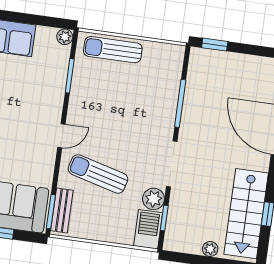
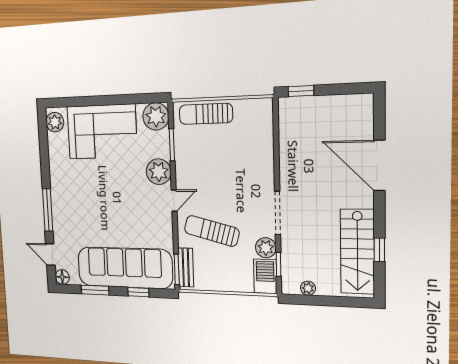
plant: (65, 37) -> (156, 116), width x1.87, depth x1.87
plant: (49, 102) -> (159, 172), added
window: (180, 103) -> (276, 154), removed
plant: (210, 249) -> (308, 288), moved

